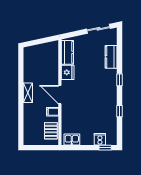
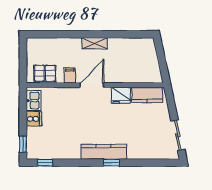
kitchen counter: (111, 57) -> (104, 152), moved, width x1.50
window: (119, 111) -> (45, 163), moved
cooker: (100, 139) -> (34, 119), moved

